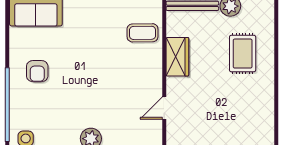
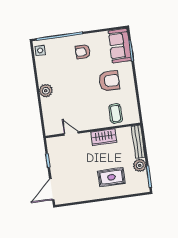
armchair: (89, 36) -> (109, 81), added

